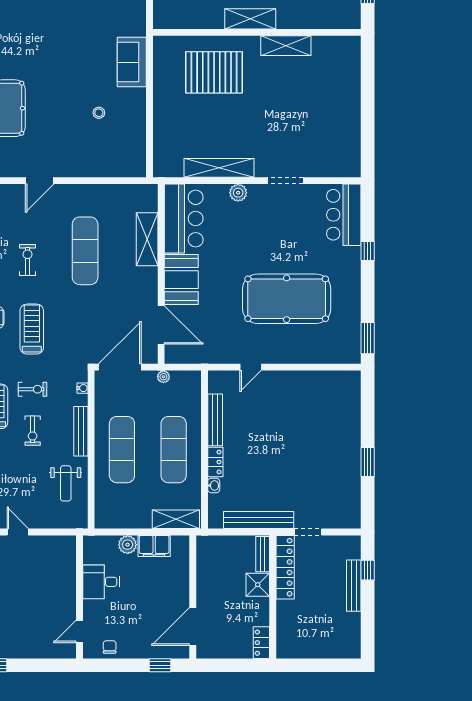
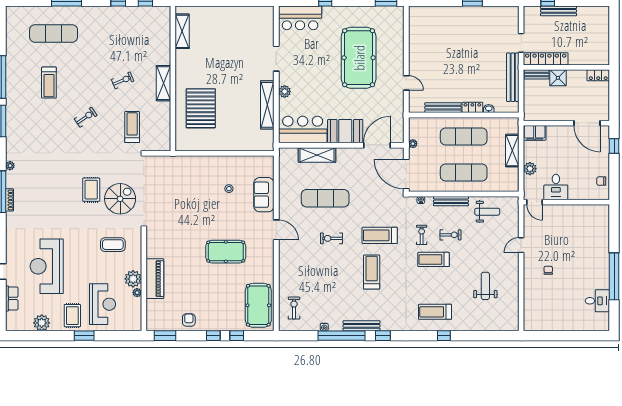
shelving: (286, 46) -> (182, 31), moved
sofa: (132, 62) -> (264, 195), moved, turned 90
shelving: (176, 519) -> (512, 151), moved
filing cabinet: (154, 546) -> (535, 133), moved, turned 90
door: (80, 631) -> (535, 202), moved

